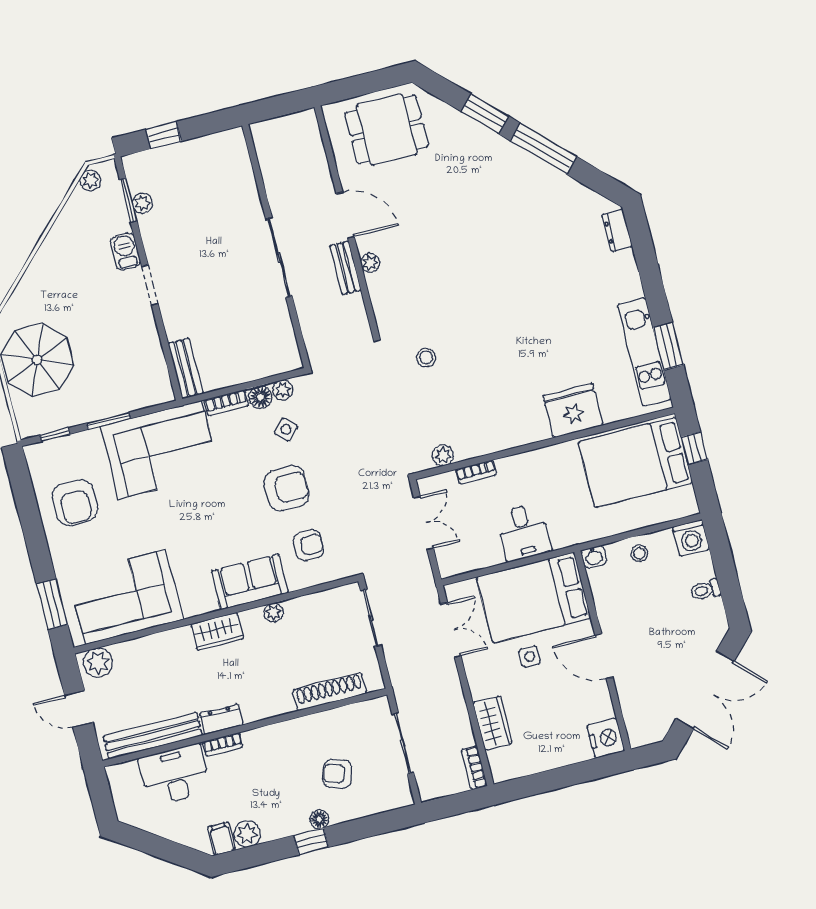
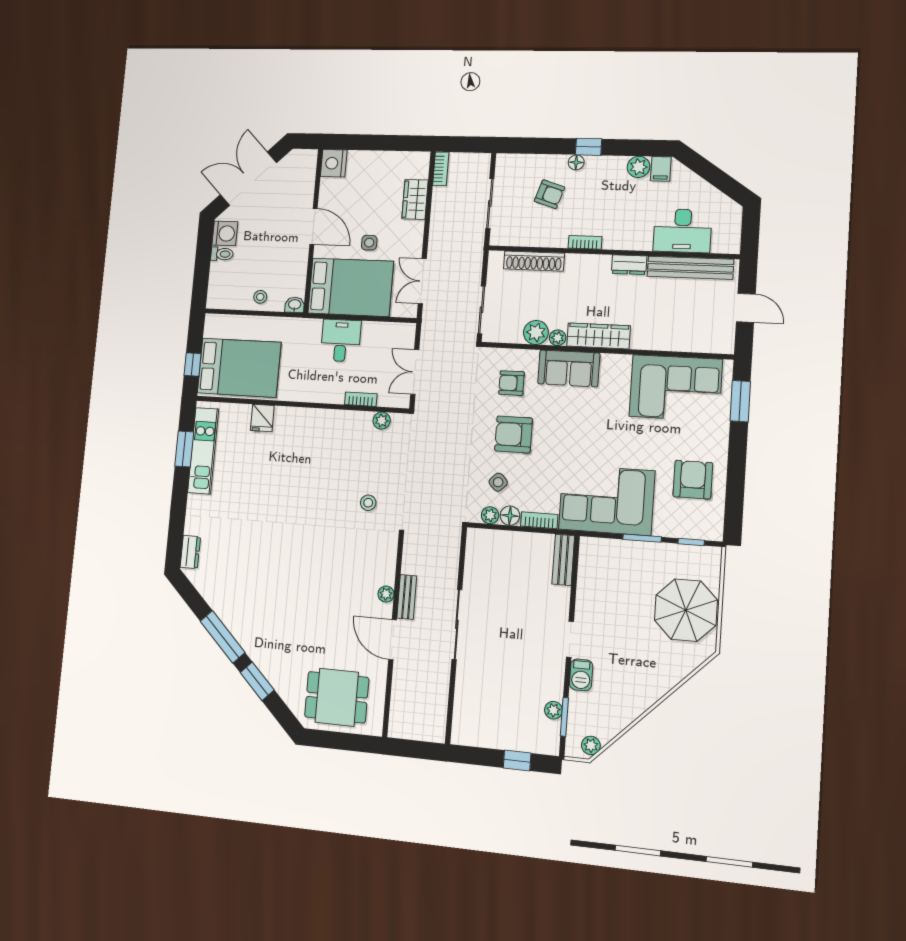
fridge: (573, 411) -> (262, 418), width x0.53, depth x0.75
washing machine: (691, 538) -> (225, 233), moved, turned 90
wardrobe: (217, 632) -> (598, 336), width x1.50
plant: (98, 663) -> (536, 332), moved
bookcase: (223, 744) -> (585, 242), moved

